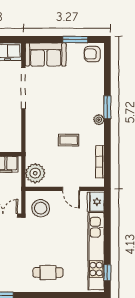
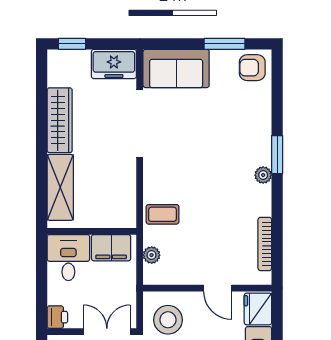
coffee table: (69, 140) -> (162, 214), moved
plant: (35, 173) -> (152, 255), width x0.53, depth x0.53

